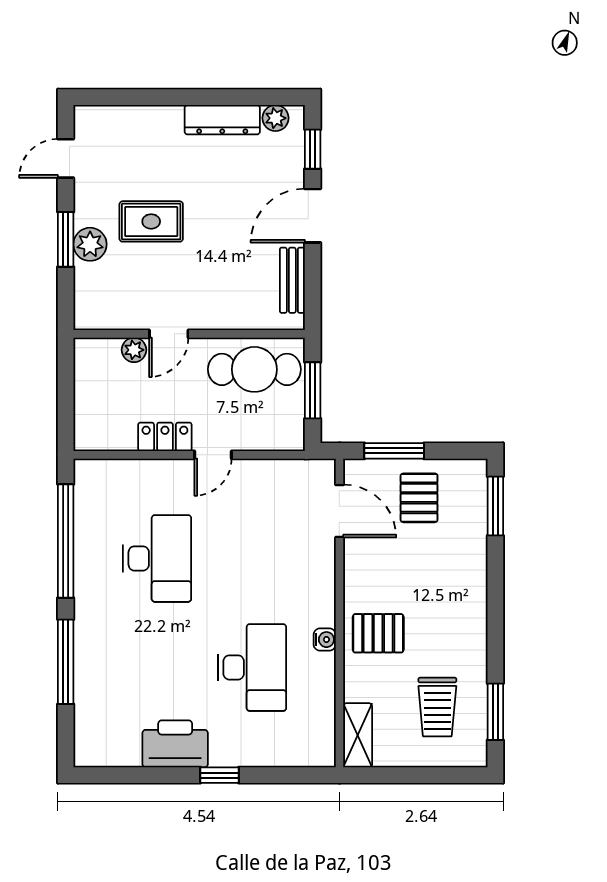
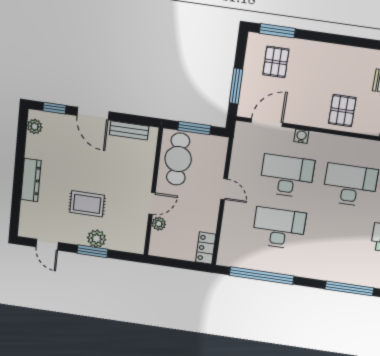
dresser: (222, 120) -> (31, 180), moved
rug: (151, 221) -> (87, 204), turned 90
door: (169, 334) -> (152, 203), hinge flipped
locker: (165, 437) -> (206, 248), moved
pallet: (419, 498) -> (276, 62), moved, turned 90
desk: (252, 558) -> (287, 176), added
water cooler: (325, 640) -> (301, 136), moved
window: (66, 662) -> (349, 288), moved

